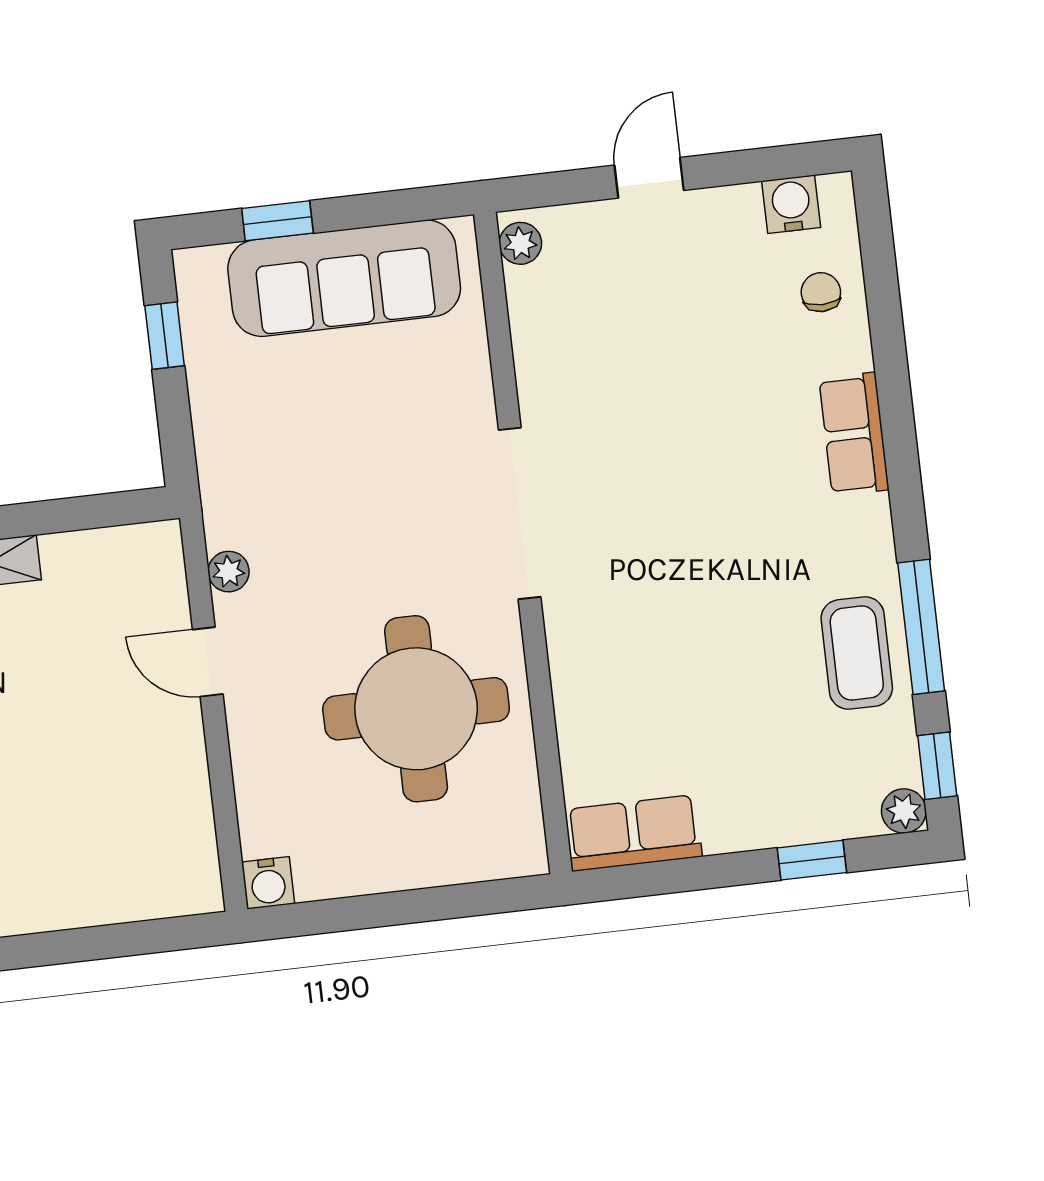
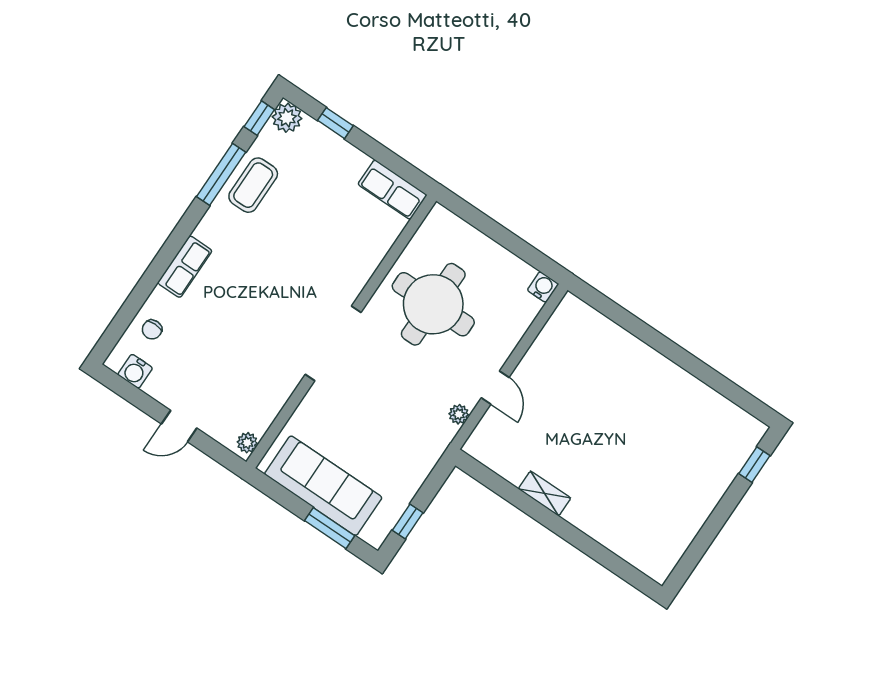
window: (277, 221) -> (330, 528), width x1.50
plant: (904, 811) -> (287, 118), width x1.38, depth x1.38

